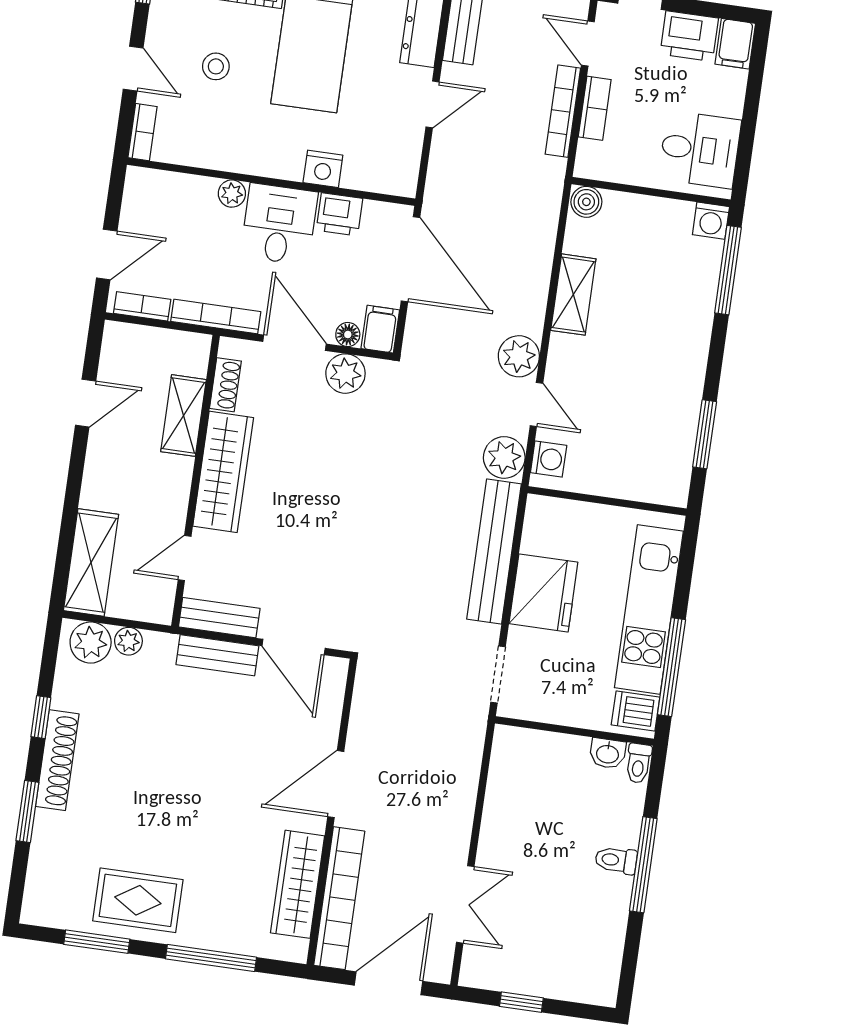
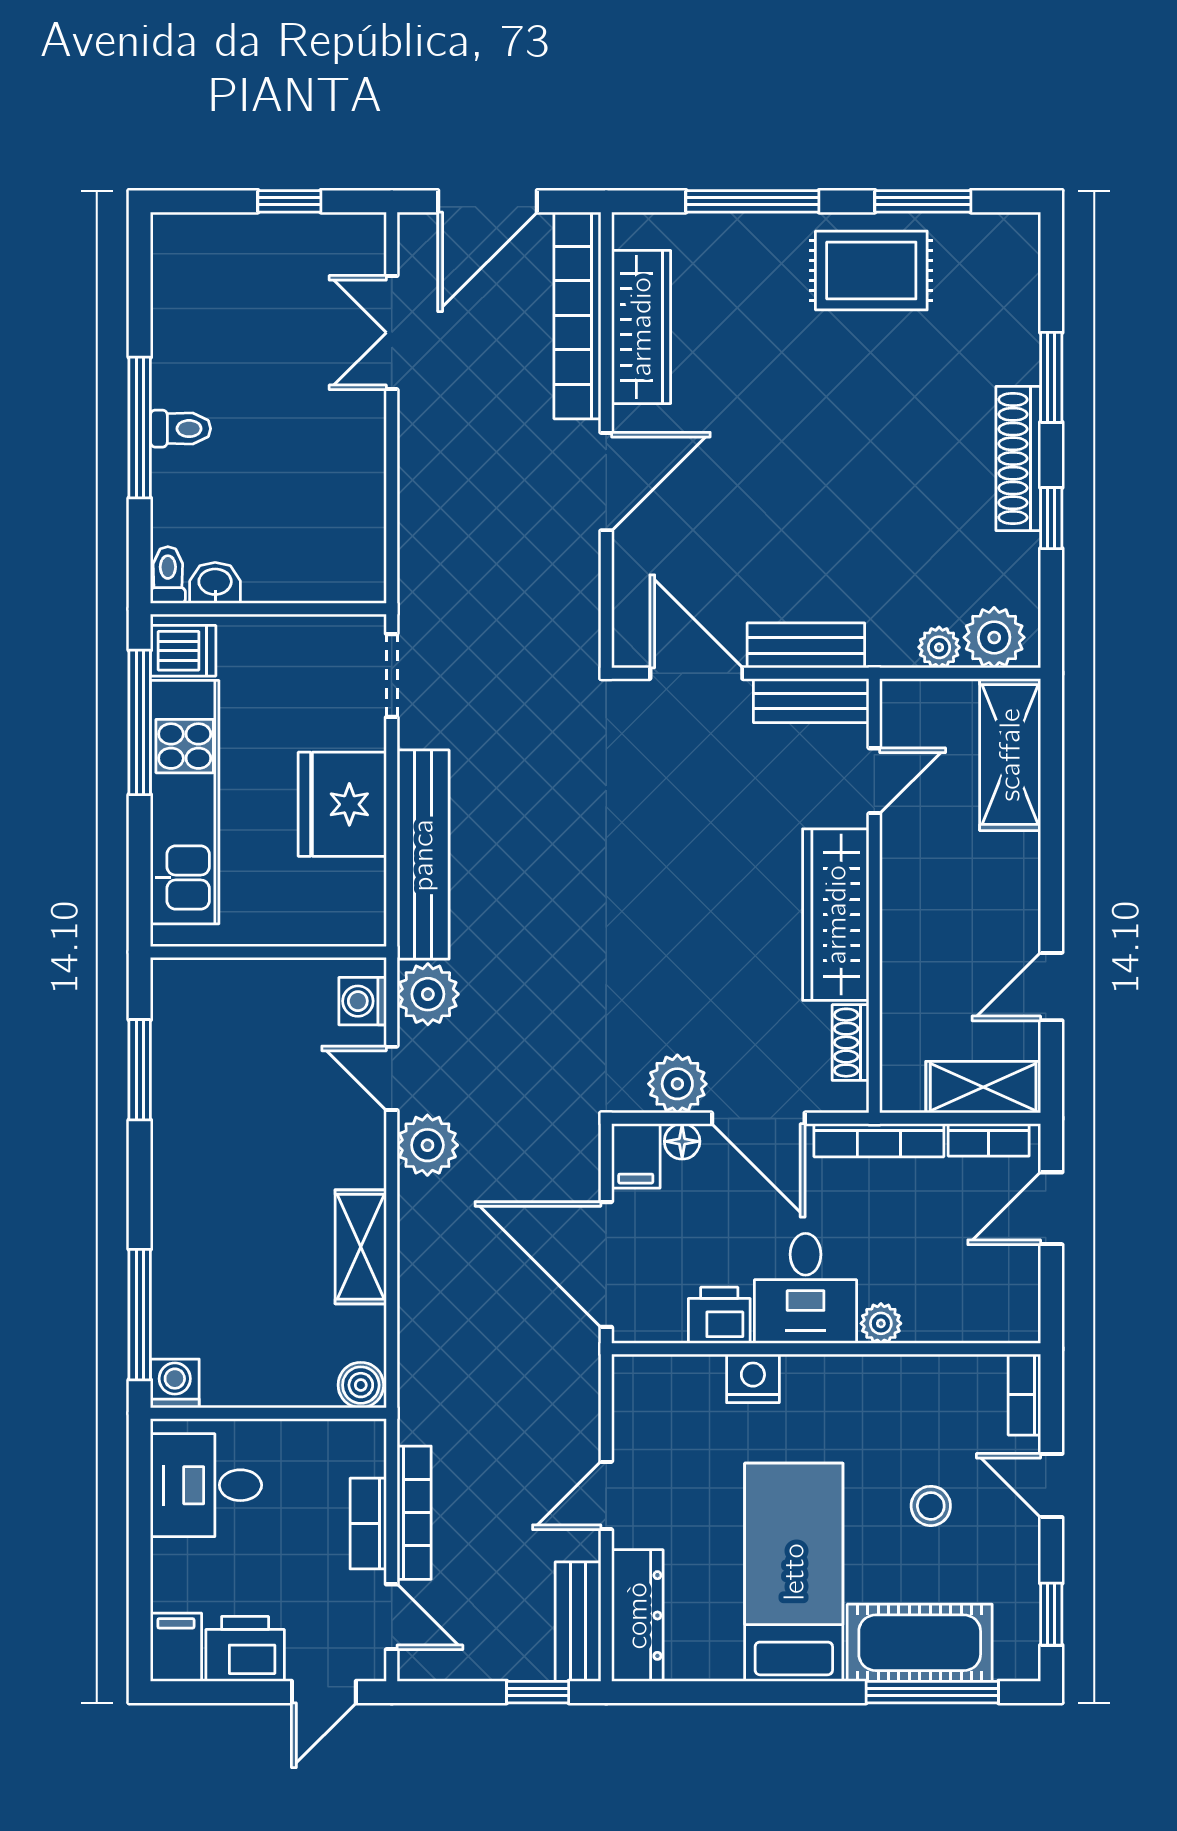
shelving: (183, 416) -> (983, 1087), moved, turned 90

